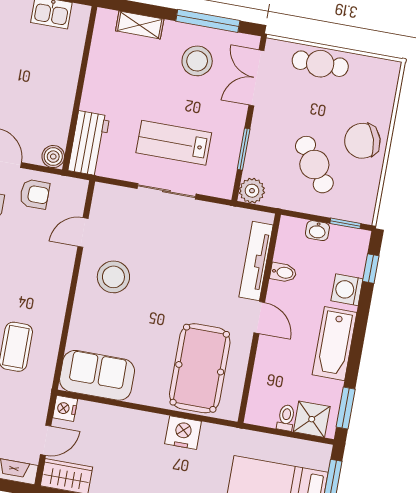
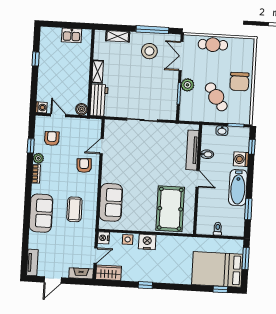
shelving: (93, 88) -> (98, 72), added
chair: (362, 141) -> (239, 82), turned -73
lab bench: (174, 143) -> (143, 95), removed
plant: (252, 191) -> (187, 85), moved
armchair: (35, 194) -> (84, 165), moved, turned -93
stool: (113, 277) -> (120, 167), removed
sofa: (97, 375) -> (111, 202), moved, turned 90
window: (346, 408) -> (248, 209), moved
side table: (111, 417) -> (128, 239), added
shower: (312, 419) -> (231, 228), removed
nightstand: (183, 433) -> (147, 242), moved

